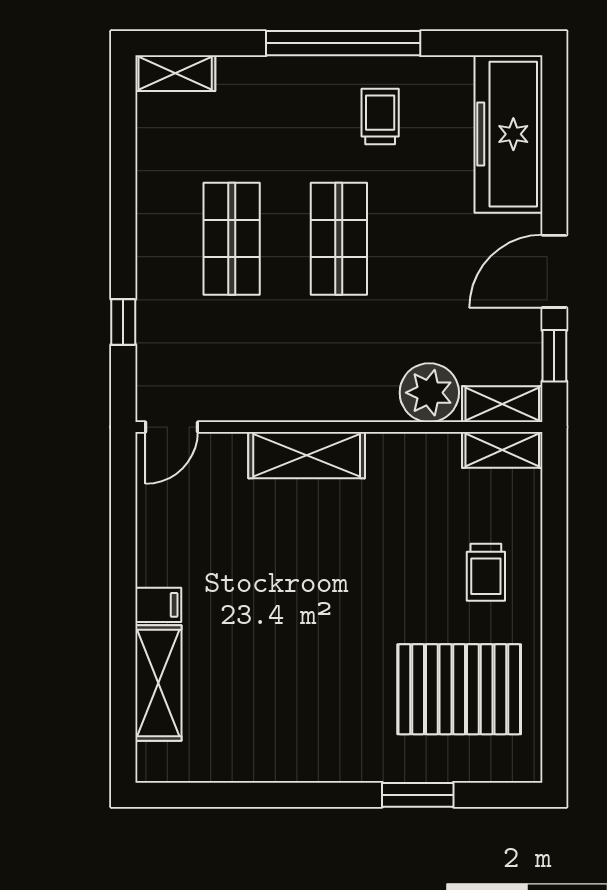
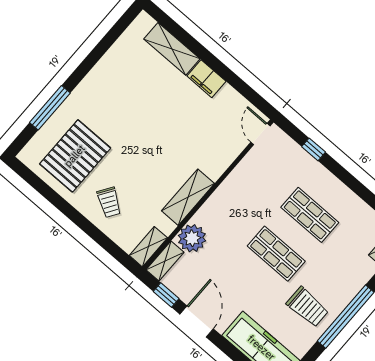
trolley: (380, 117) -> (307, 307), width x1.36, depth x1.39
shelving: (307, 455) -> (188, 197), moved
trolley: (486, 572) -> (109, 202), turned -147
filing cabinet: (158, 605) -> (206, 79), width x2.00
window: (418, 795) -> (50, 108), width x1.44

